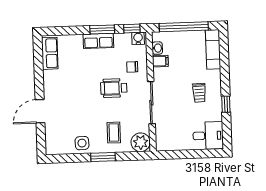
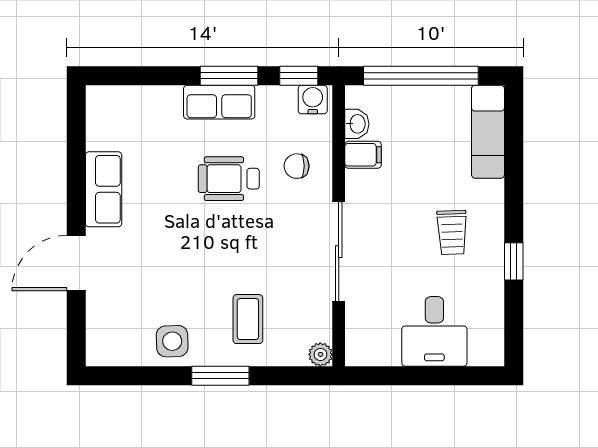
row of seats: (50, 53) -> (104, 189), moved
wheelchair: (114, 88) -> (229, 179), moved
desk: (208, 136) -> (434, 331), moved, turned 90
plant: (141, 142) -> (320, 354), width x0.53, depth x0.53

